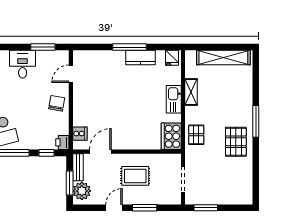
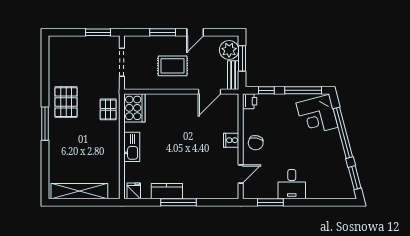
shelving: (191, 92) -> (114, 155), removed
cooker: (80, 134) -> (231, 140), moved

